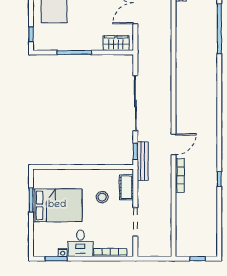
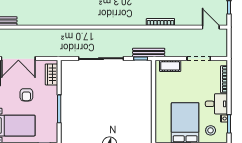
armchair: (91, 13) -> (26, 95), added
door: (174, 144) -> (211, 27), moved
stool: (102, 197) -> (211, 130), moved

